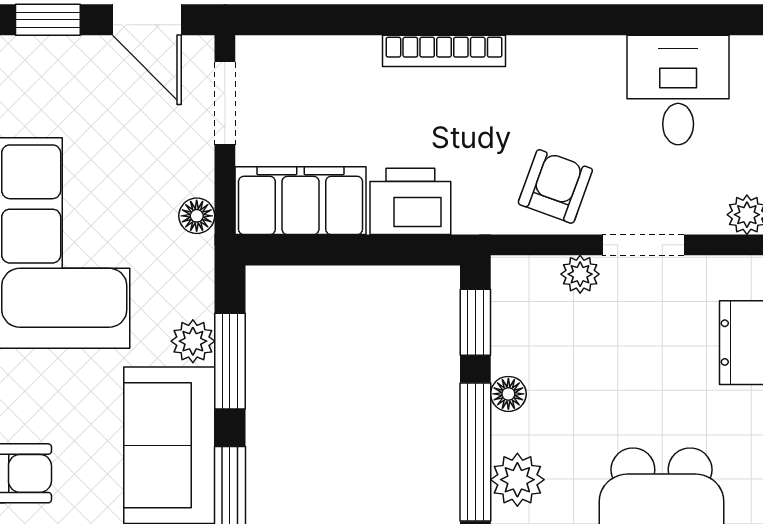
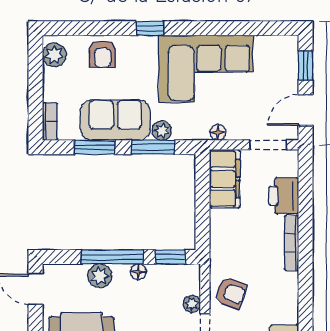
printer: (410, 201) -> (284, 196), moved, turned 180

